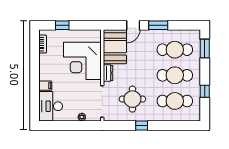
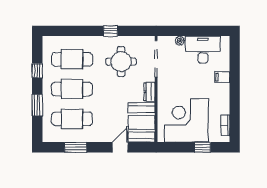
window: (158, 25) -> (76, 147), moved
window: (205, 49) -> (37, 105), moved
corner desk: (82, 61) -> (186, 120), moved, turned -90
desk: (51, 106) -> (203, 50), moved, turned -90

